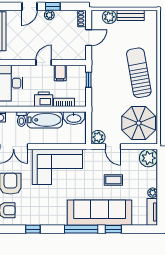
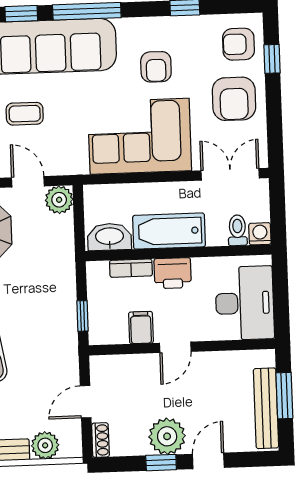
plant: (49, 15) -> (167, 436), width x1.87, depth x1.87
toilet: (21, 119) -> (237, 230), moved
armchair: (48, 201) -> (156, 67), added

